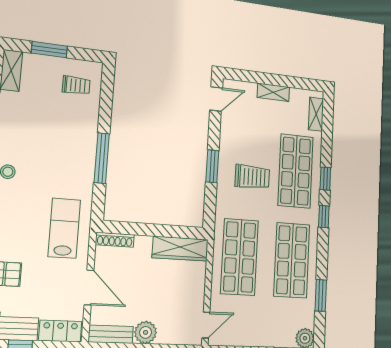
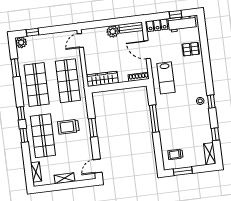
window: (49, 50) -> (183, 171), moved

